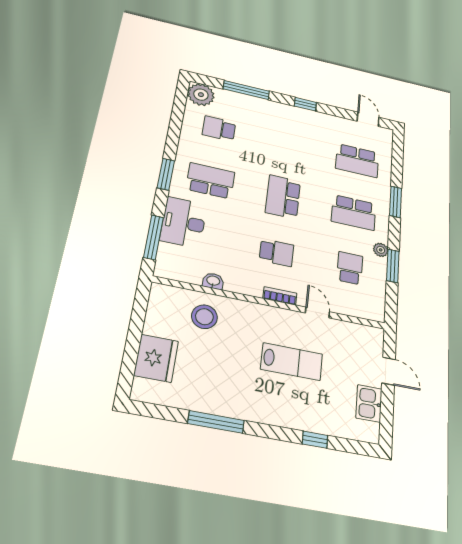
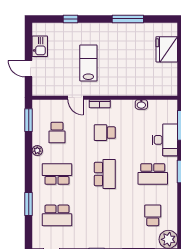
school desk: (219, 129) -> (153, 215), turned -90
school desk: (357, 161) -> (57, 215), turned 180
window: (396, 202) -> (29, 204), moved
window: (393, 266) -> (29, 120), moved
stool: (204, 317) -> (143, 80), removed
lab bench: (292, 362) -> (88, 63), turned 90

